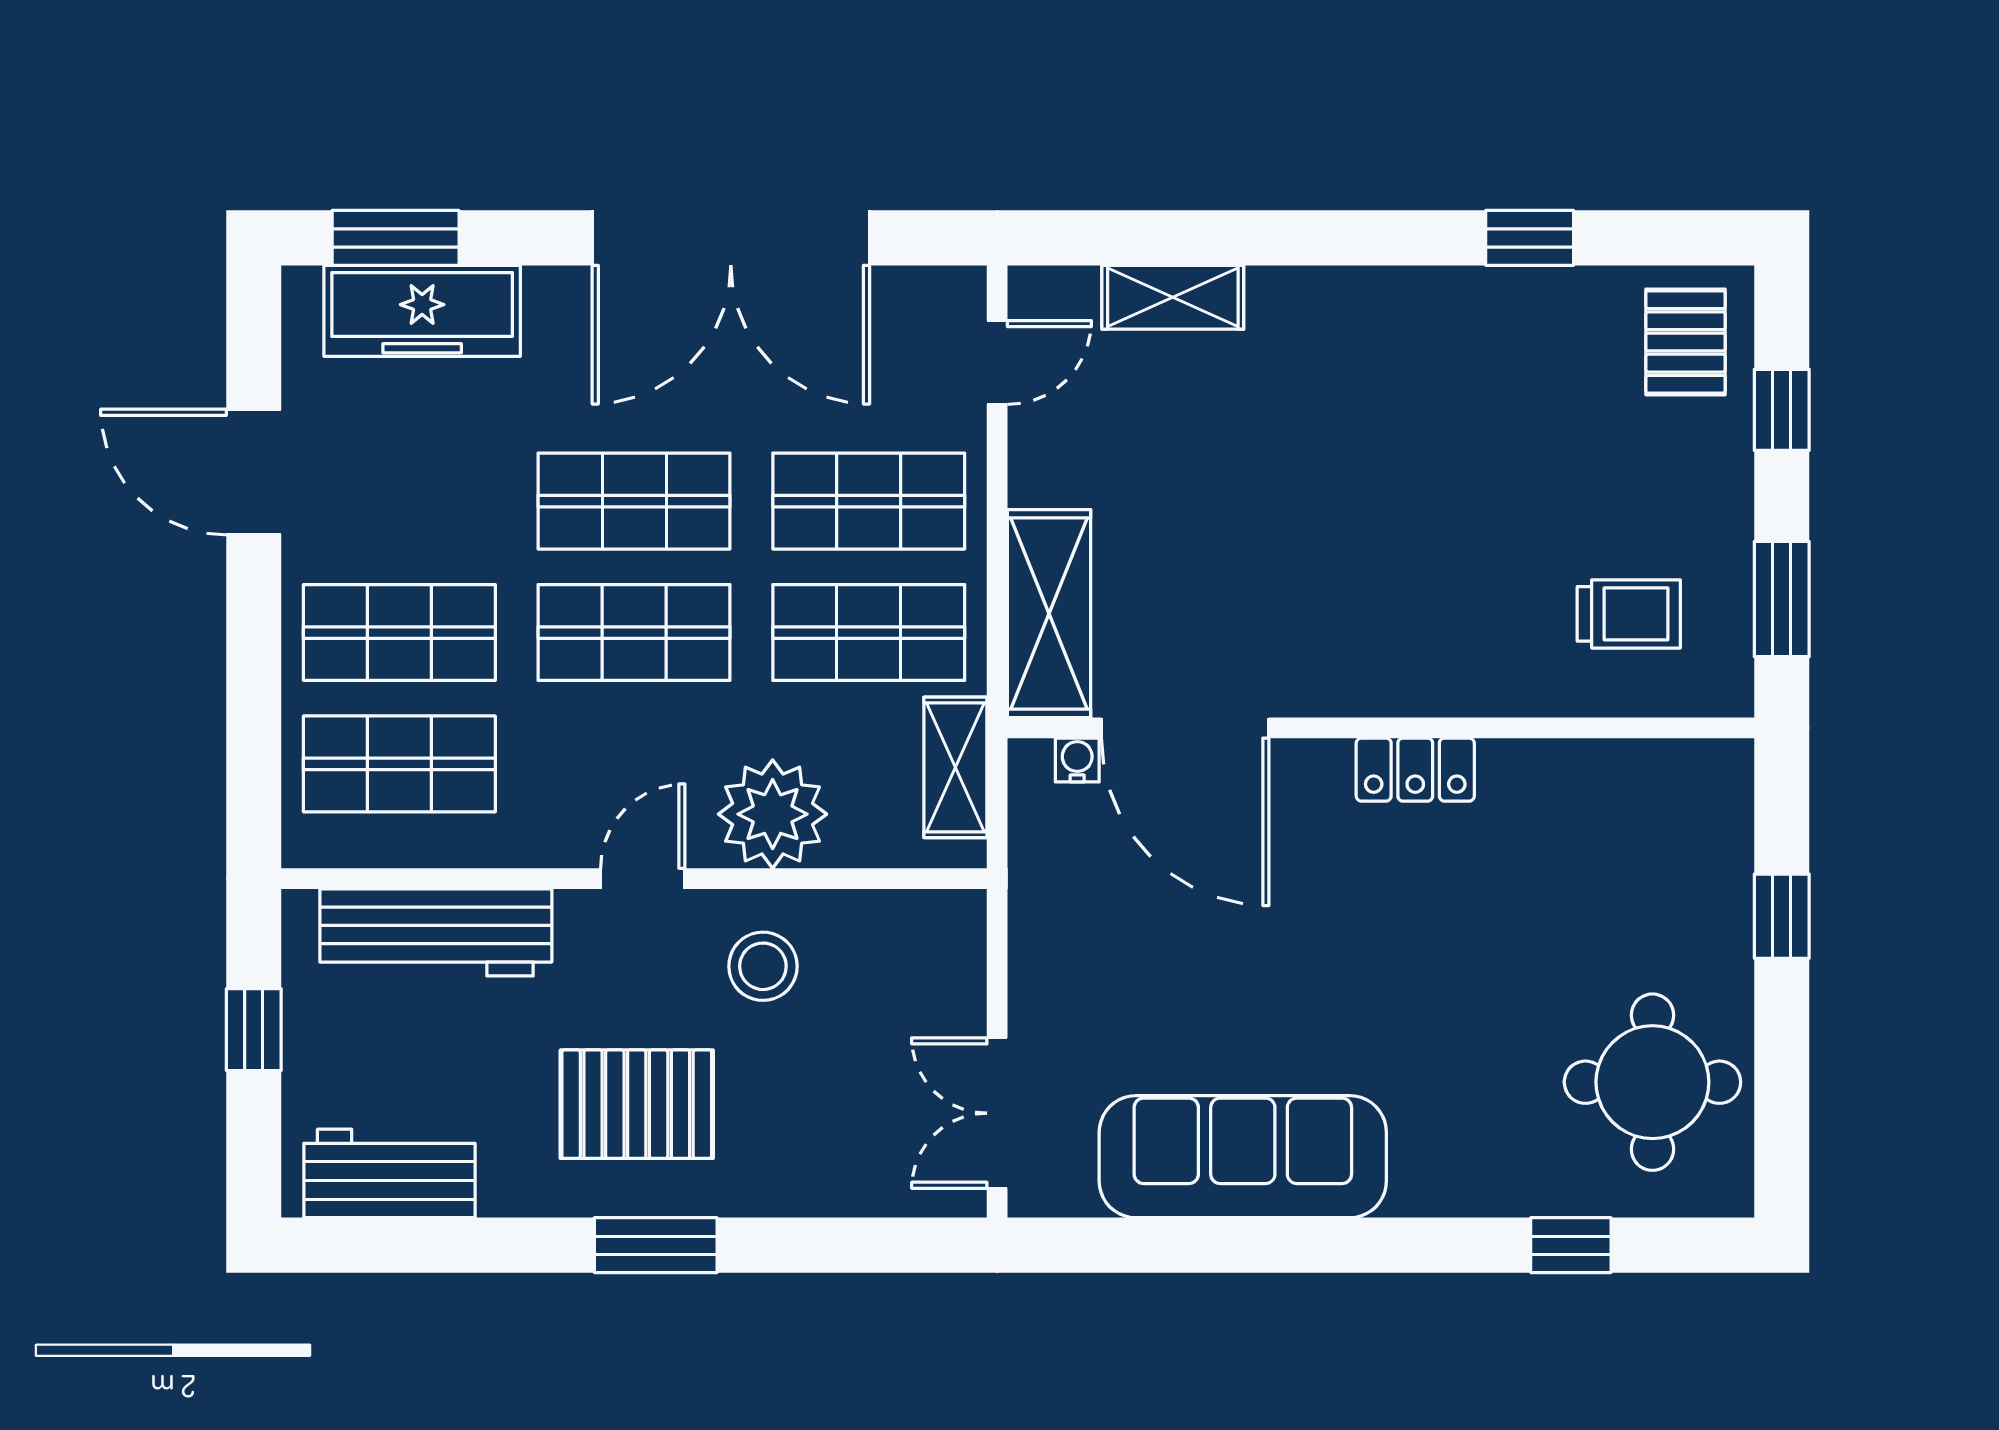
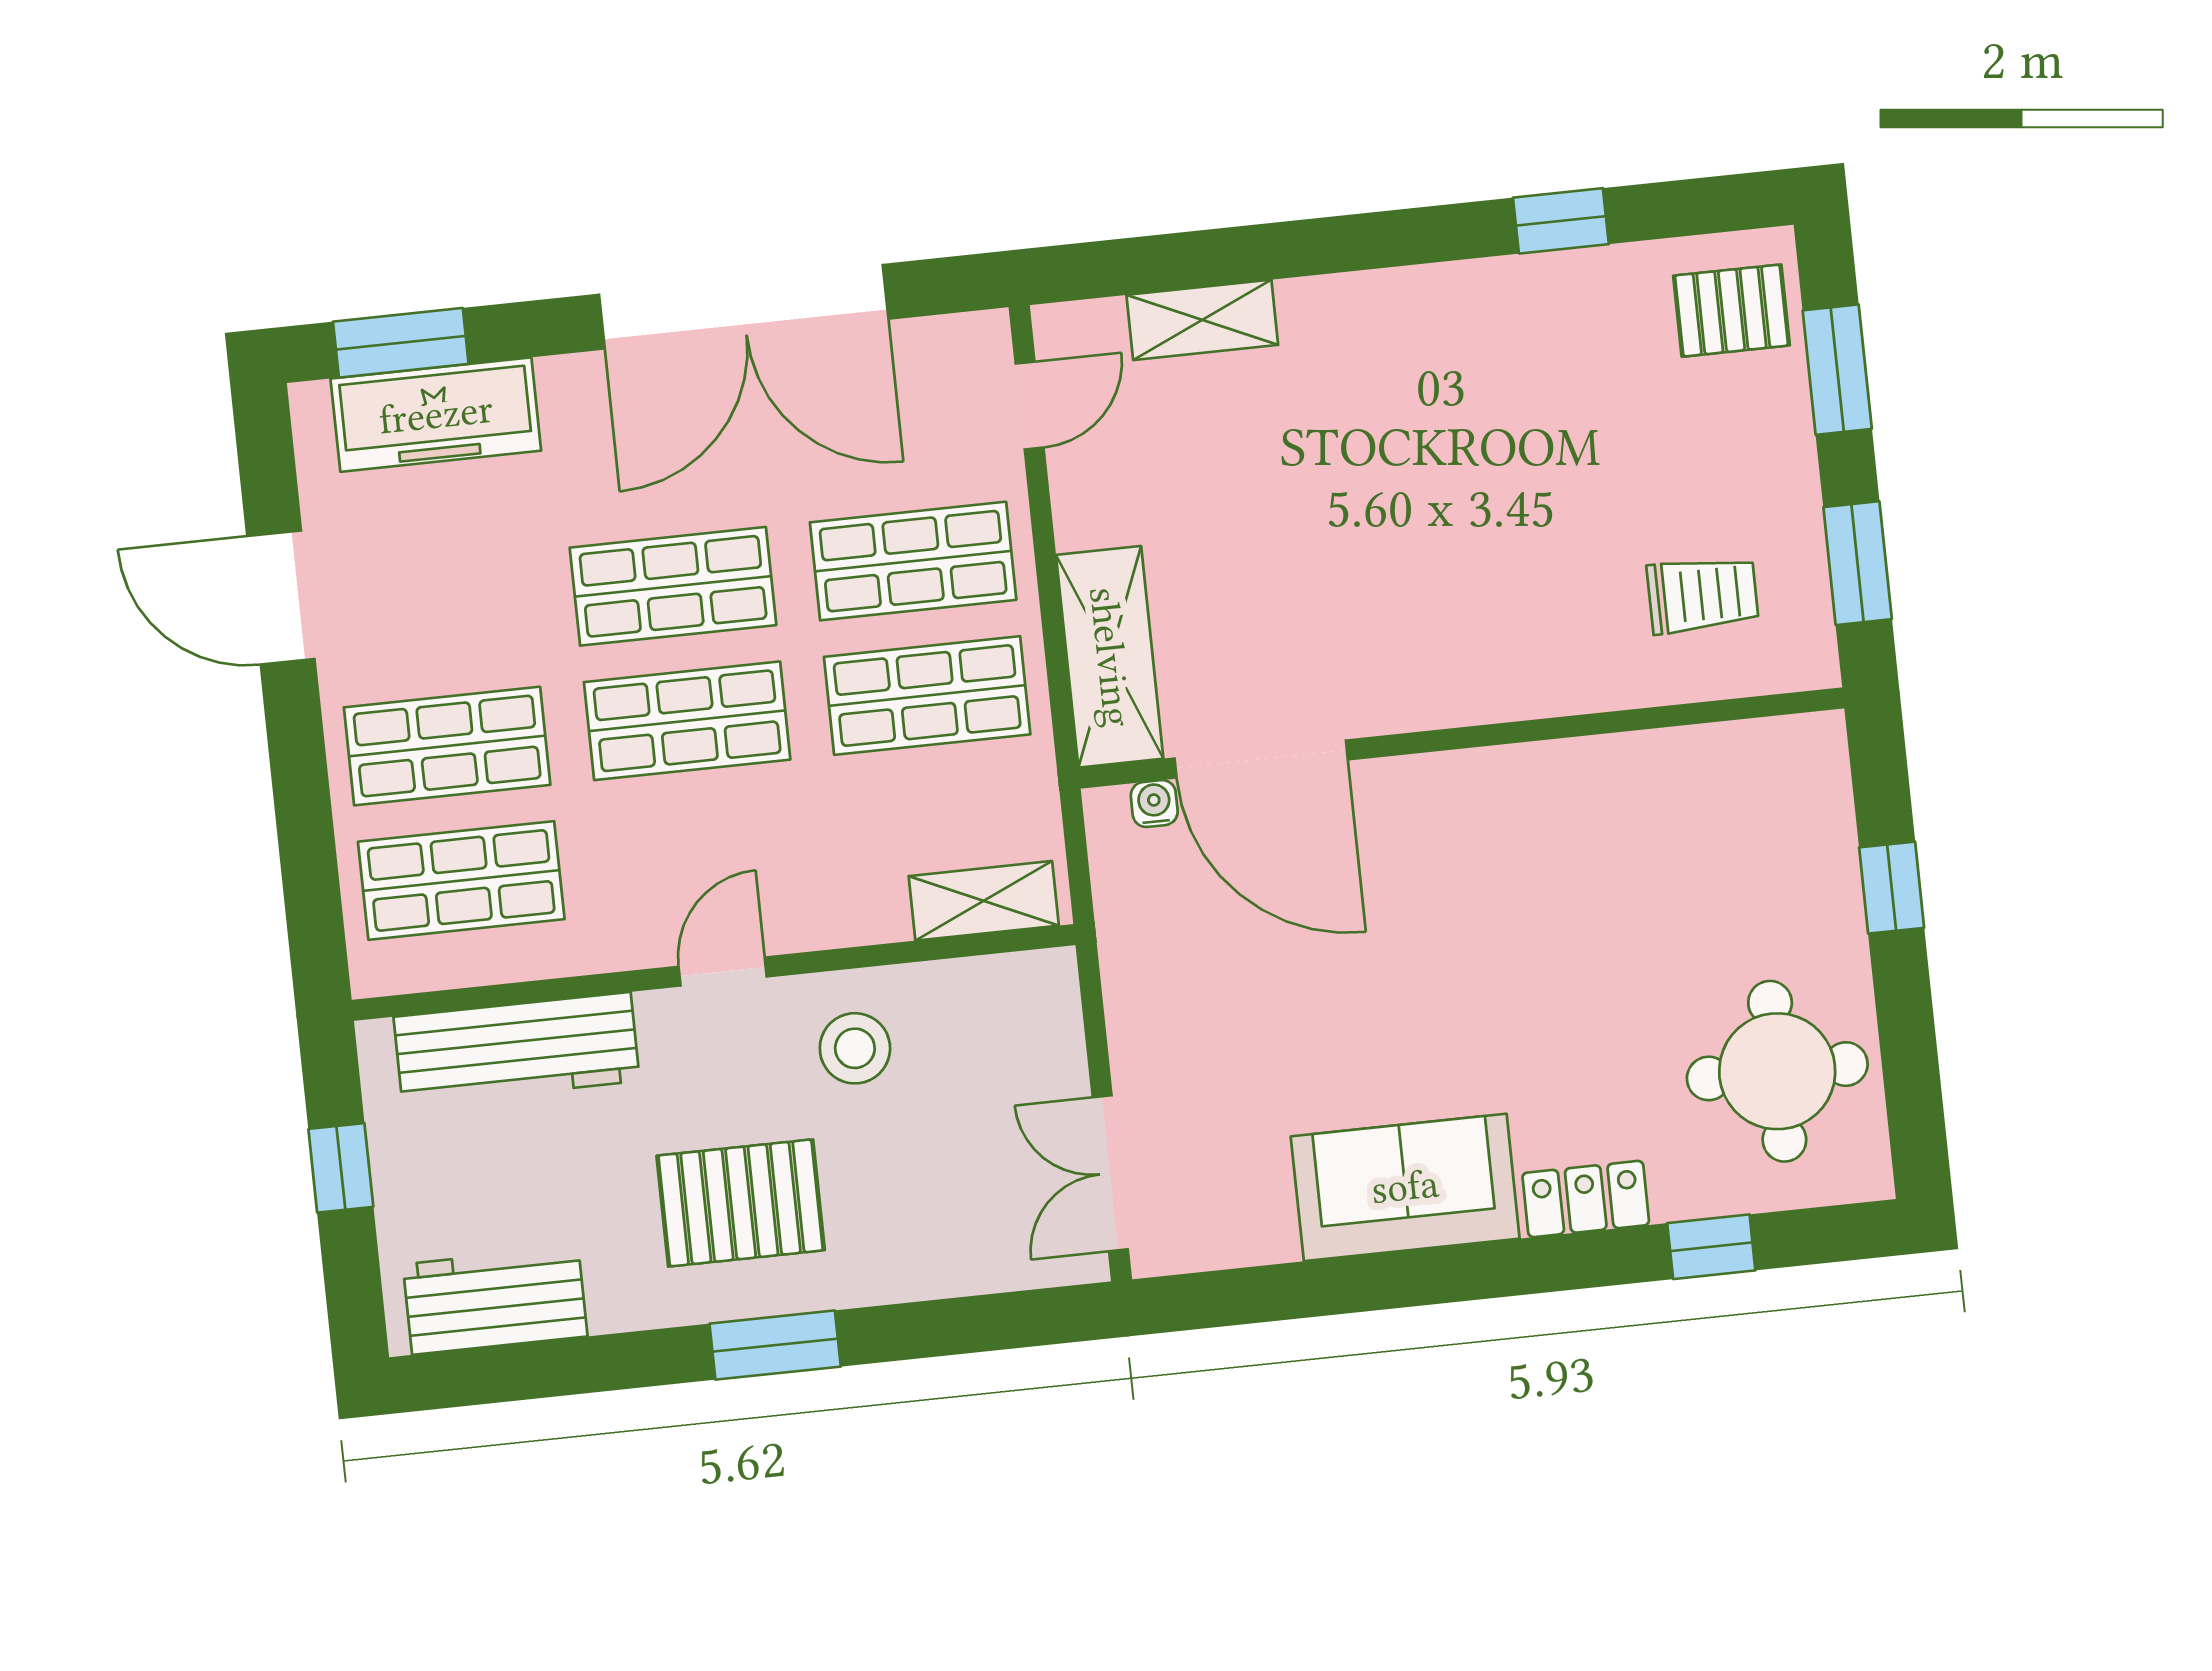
pallet: (1685, 342) -> (1731, 311), turned 90
window: (1782, 410) -> (1837, 370), width x1.50
shelving: (955, 767) -> (984, 901), moved, turned 90
locker: (1415, 770) -> (1586, 1199), moved, turned 180
plant: (773, 814) -> (848, 892), removed
sofa: (1243, 1157) -> (1405, 1187), width x0.73

